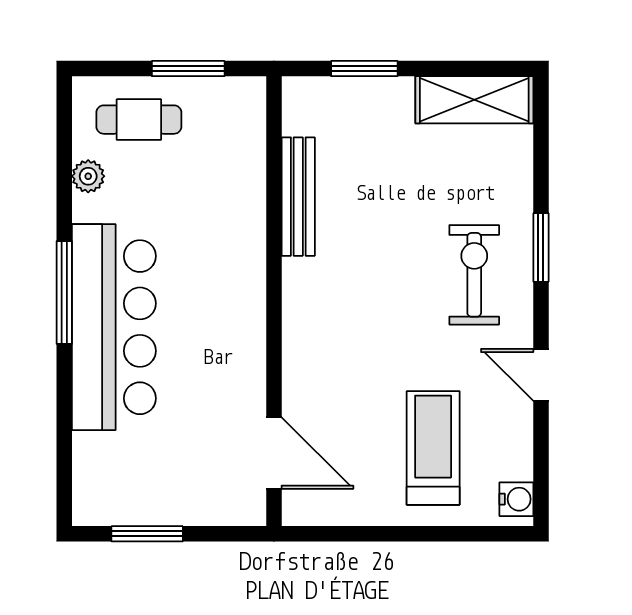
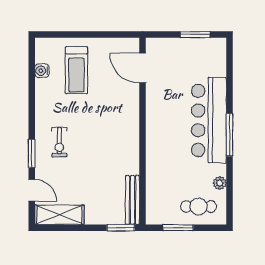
window: (364, 69) -> (121, 228), moved
bench: (298, 197) -> (132, 200), moved
exercise bike: (474, 275) -> (59, 142), width x0.73, depth x0.72
door: (541, 375) -> (32, 190), moved
water cooler: (516, 499) -> (42, 71), moved

